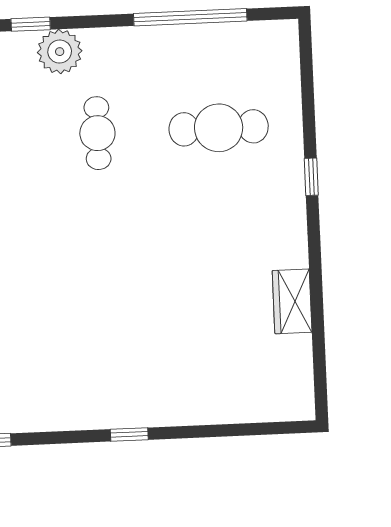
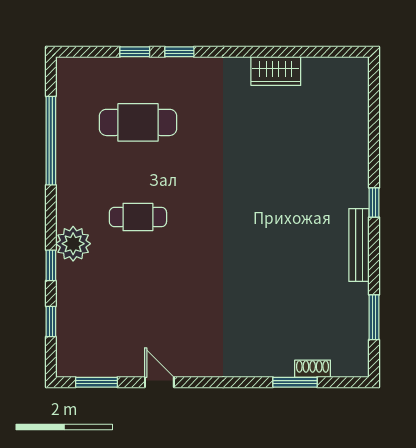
window: (309, 120) -> (135, 52), added
cafe table: (219, 128) -> (138, 122), turned 90
bench: (74, 418) -> (359, 245), added

